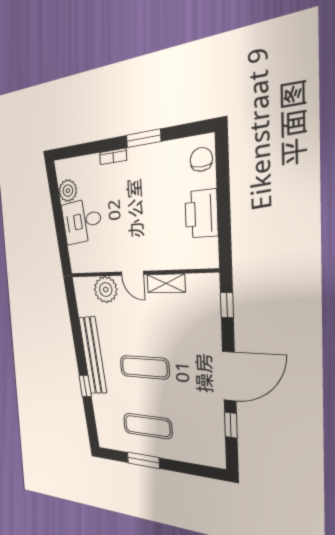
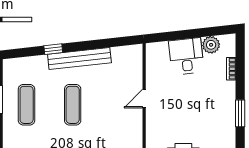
bookcase: (113, 156) -> (231, 69), moved
shelving: (166, 283) -> (136, 126), removed
plant: (106, 290) -> (132, 74), removed

